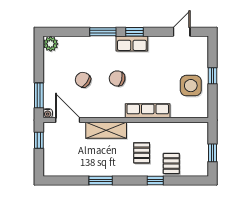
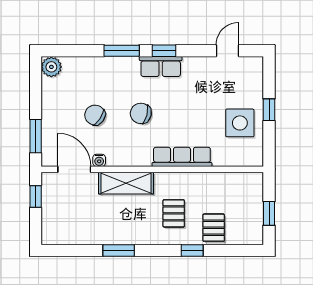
water cooler: (48, 113) -> (99, 160), moved

